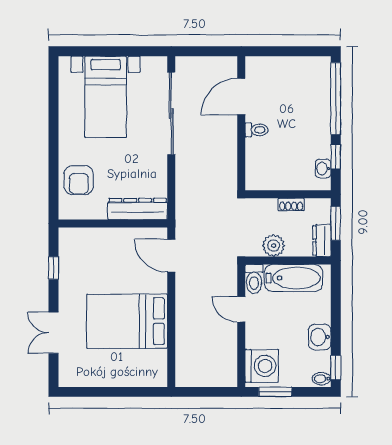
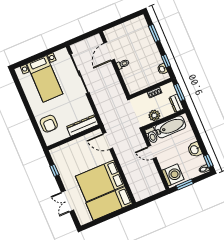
window: (336, 98) -> (154, 33), width x0.47
bed: (126, 368) -> (109, 203), added

